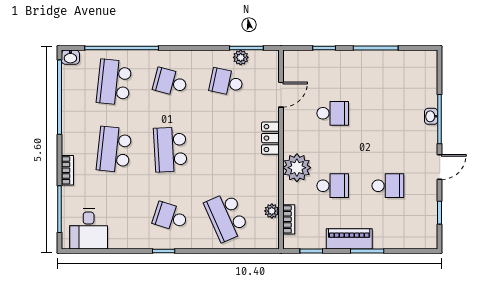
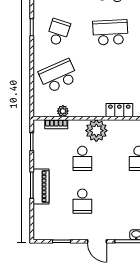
piano: (349, 239) -> (41, 186), moved

